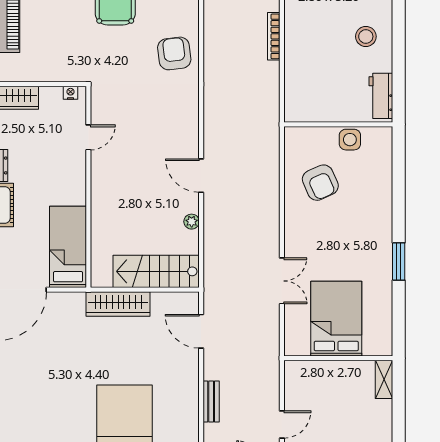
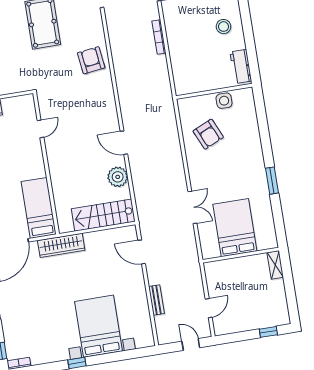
nightstand: (71, 93) -> (23, 100), removed
plant: (192, 222) -> (118, 177), width x1.88, depth x1.88
wardrobe: (118, 304) -> (61, 245), moved

